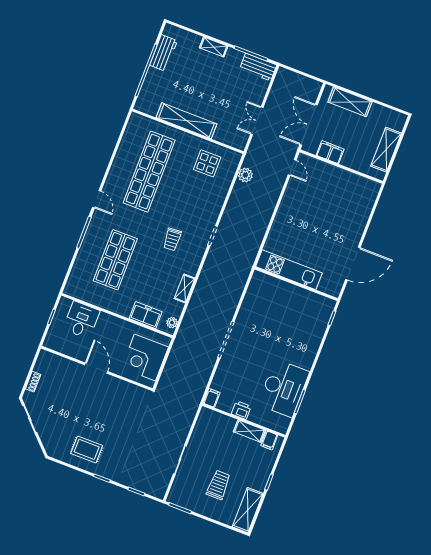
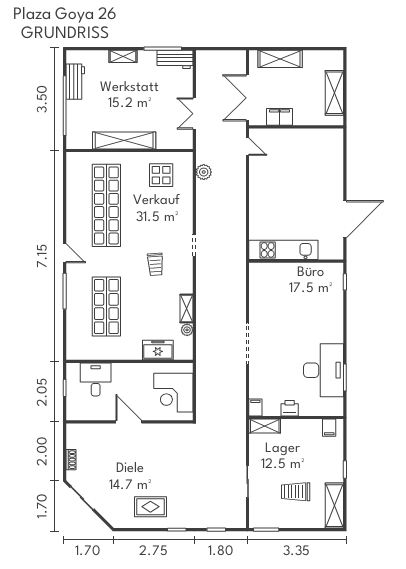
plant: (172, 323) -> (187, 330), moved
shelving: (249, 431) -> (265, 426), moved
trolley: (218, 485) -> (296, 492), turned -90

